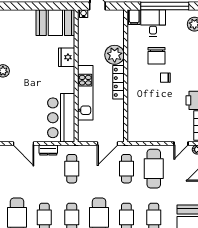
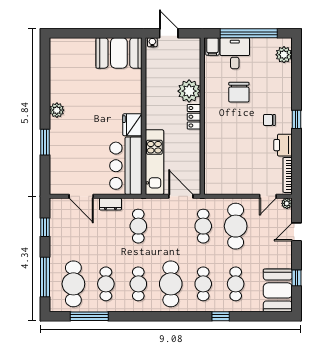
fridge: (67, 57) -> (132, 125), moved
chair: (165, 78) -> (269, 120), moved
locker: (119, 82) -> (194, 117), width x0.66
kitchen unit: (85, 93) -> (154, 162), moved
door: (108, 144) -> (181, 196), swing flipped

